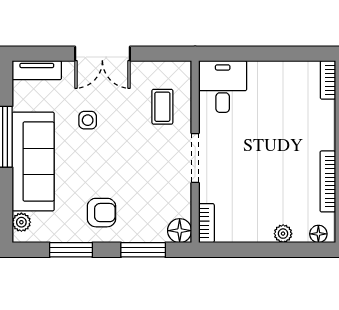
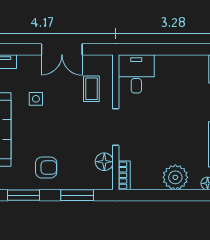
double door: (102, 54) -> (62, 49), moved
floor lamp: (180, 231) -> (104, 162), moved
plant: (283, 234) -> (175, 177), width x1.88, depth x1.88

